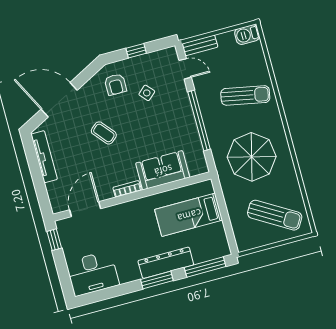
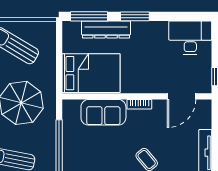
bed: (189, 215) -> (91, 73), width x1.50
dresser: (166, 263) -> (106, 30), moved

